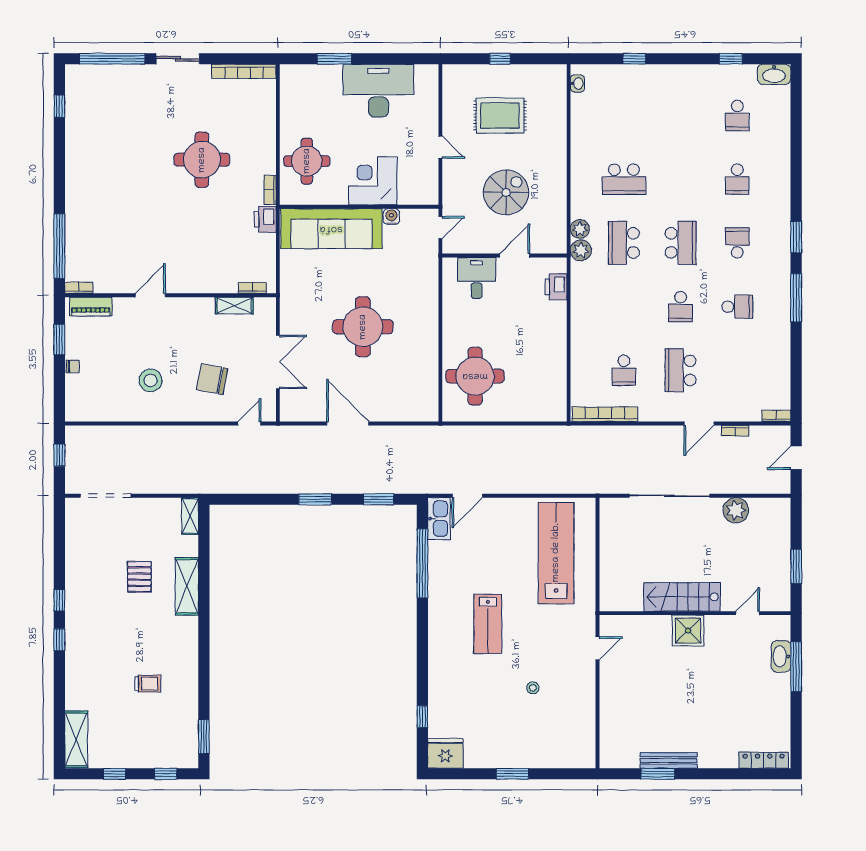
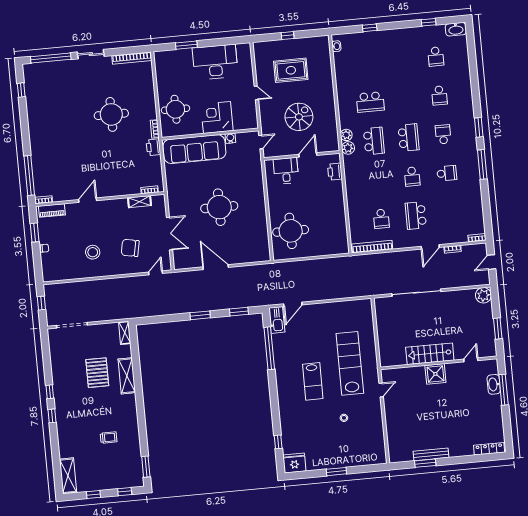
school desk: (624, 243) -> (374, 141), turned 180
plant: (736, 510) -> (483, 295), moved
lab bench: (556, 553) -> (350, 363), moved
pallet: (139, 577) -> (97, 373), width x1.50, depth x1.42

